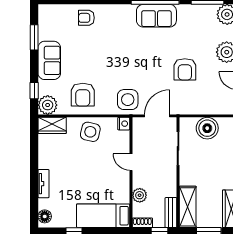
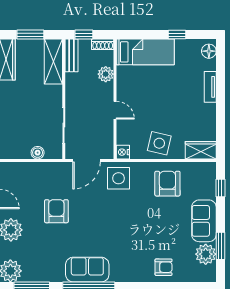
plant: (48, 105) -> (206, 254), moved
boiler: (207, 128) -> (38, 153), width x0.54, depth x0.54

